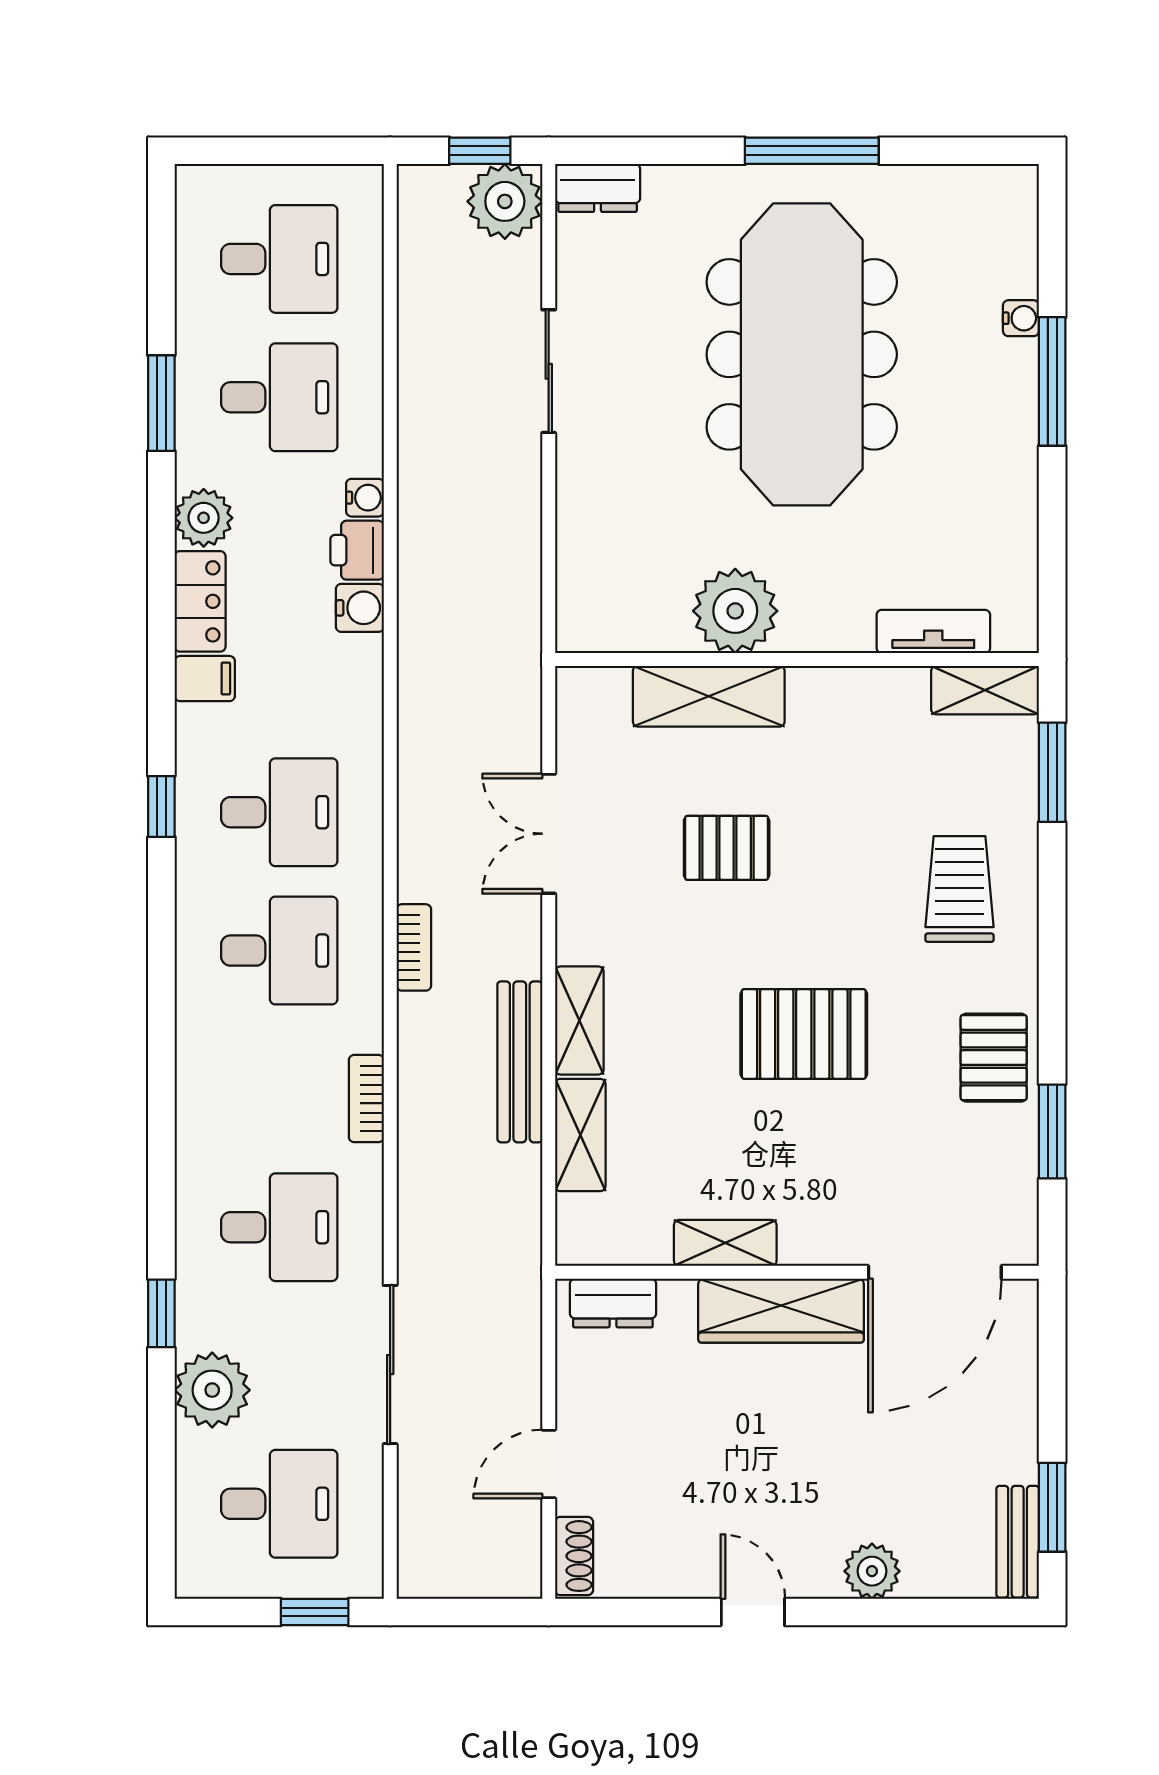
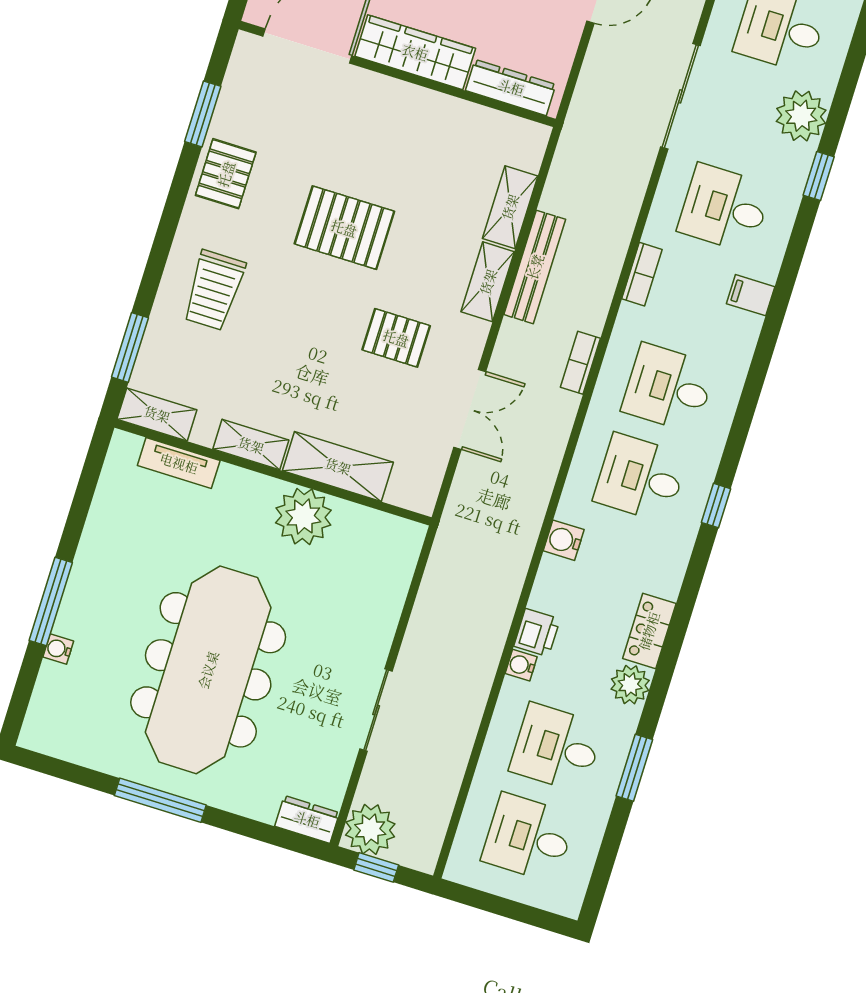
water cooler: (360, 608) -> (564, 540), moved
filing cabinet: (205, 679) -> (751, 295), moved
pallet: (727, 848) -> (396, 338), moved
shelving: (725, 1243) -> (251, 445), moved
dresser: (613, 1303) -> (511, 87), width x1.44

